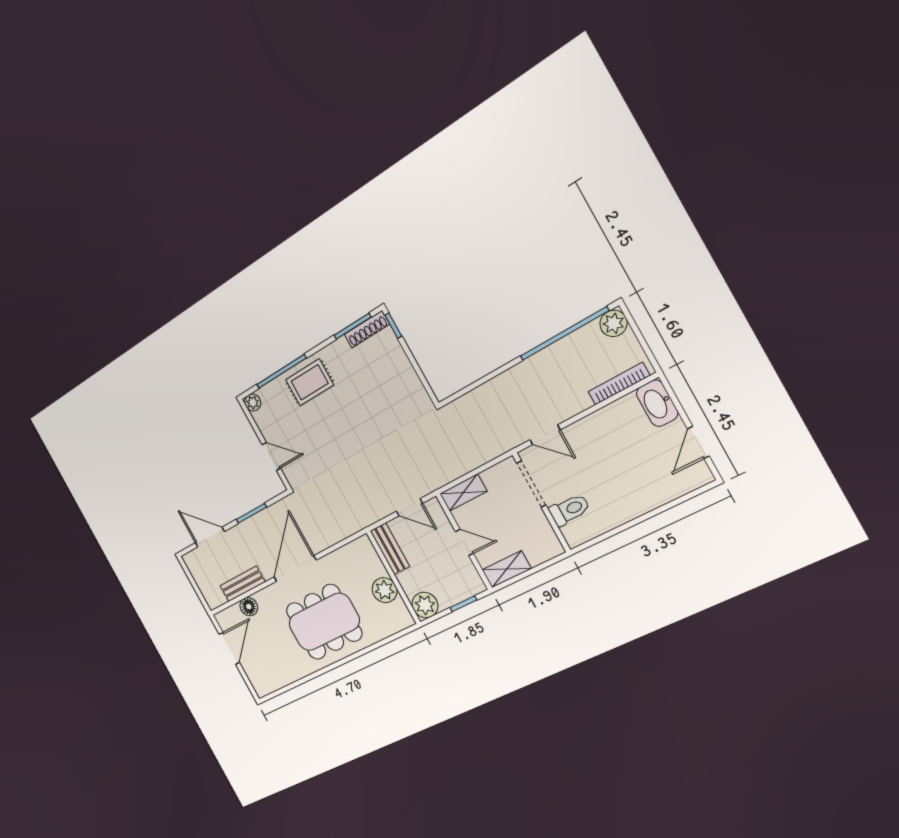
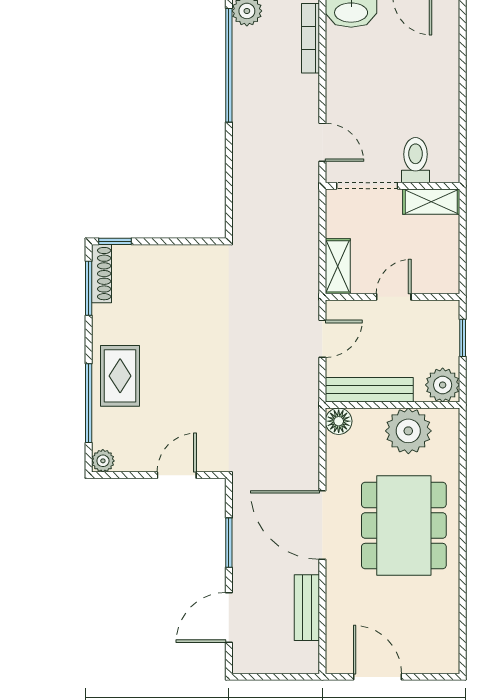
door: (545, 435) -> (322, 142), hinge flipped
bench: (390, 549) -> (369, 390), width x1.36
shelving: (507, 569) -> (431, 202), moved, turned 90
plant: (385, 590) -> (408, 431), width x1.36, depth x1.36
floor lamp: (249, 607) -> (339, 421), moved

